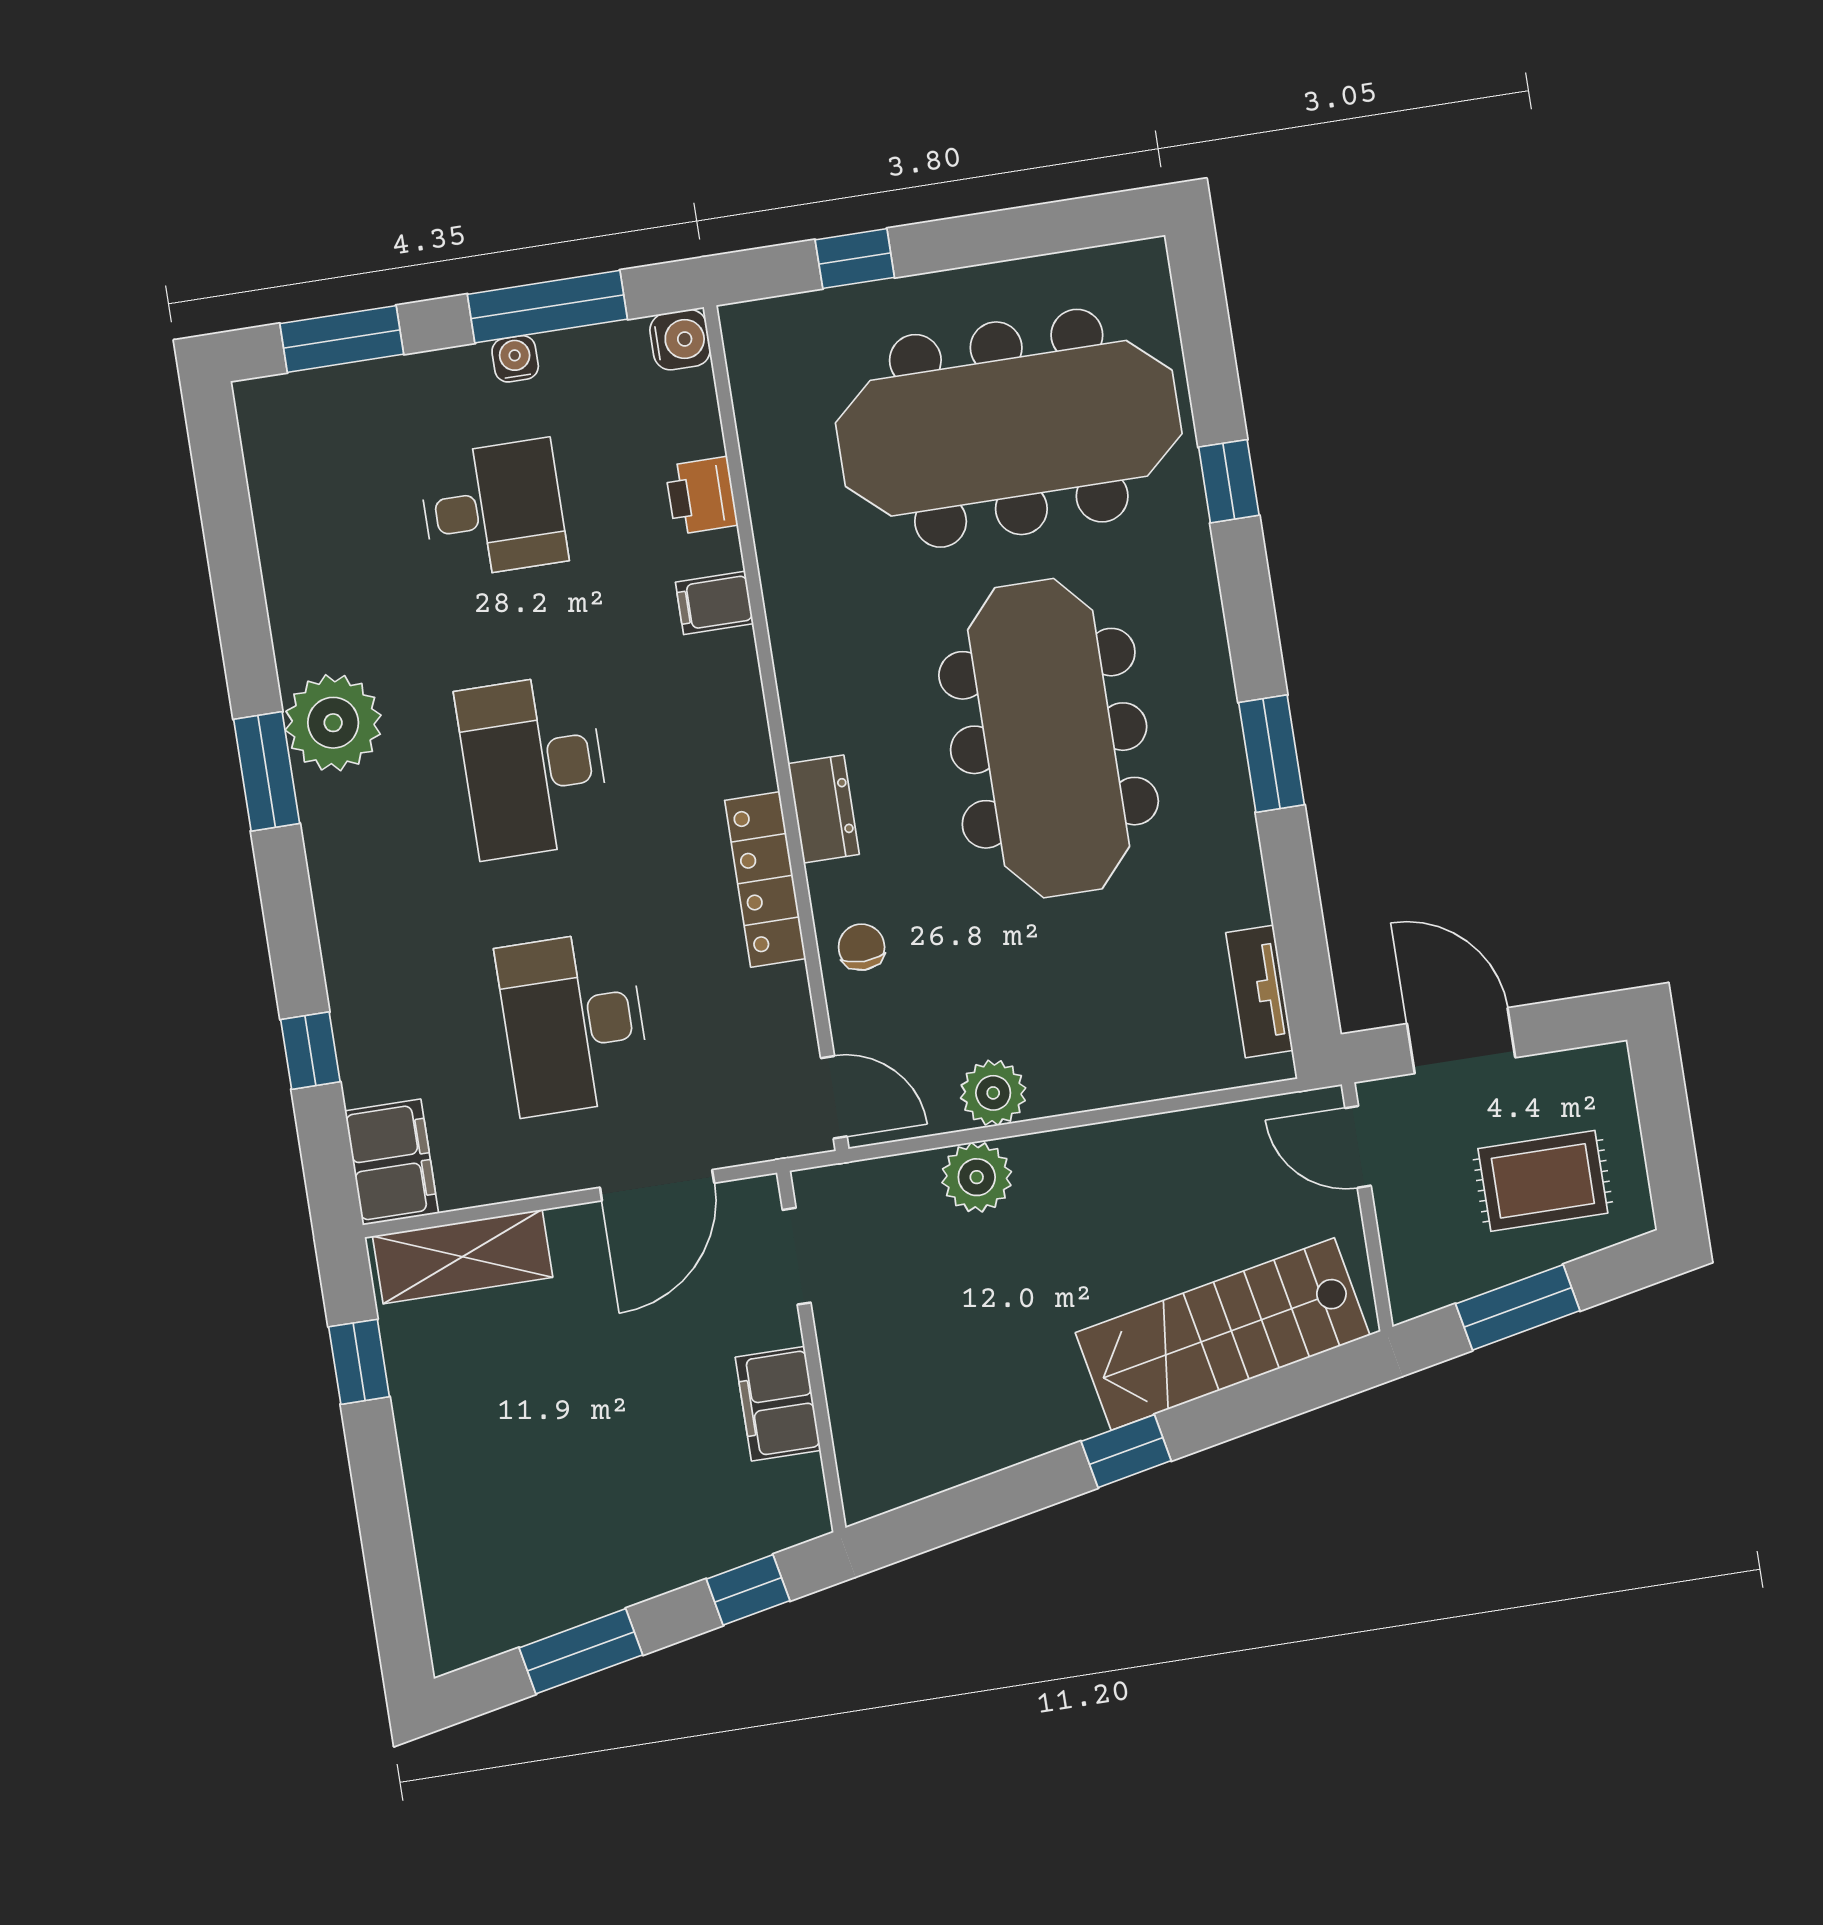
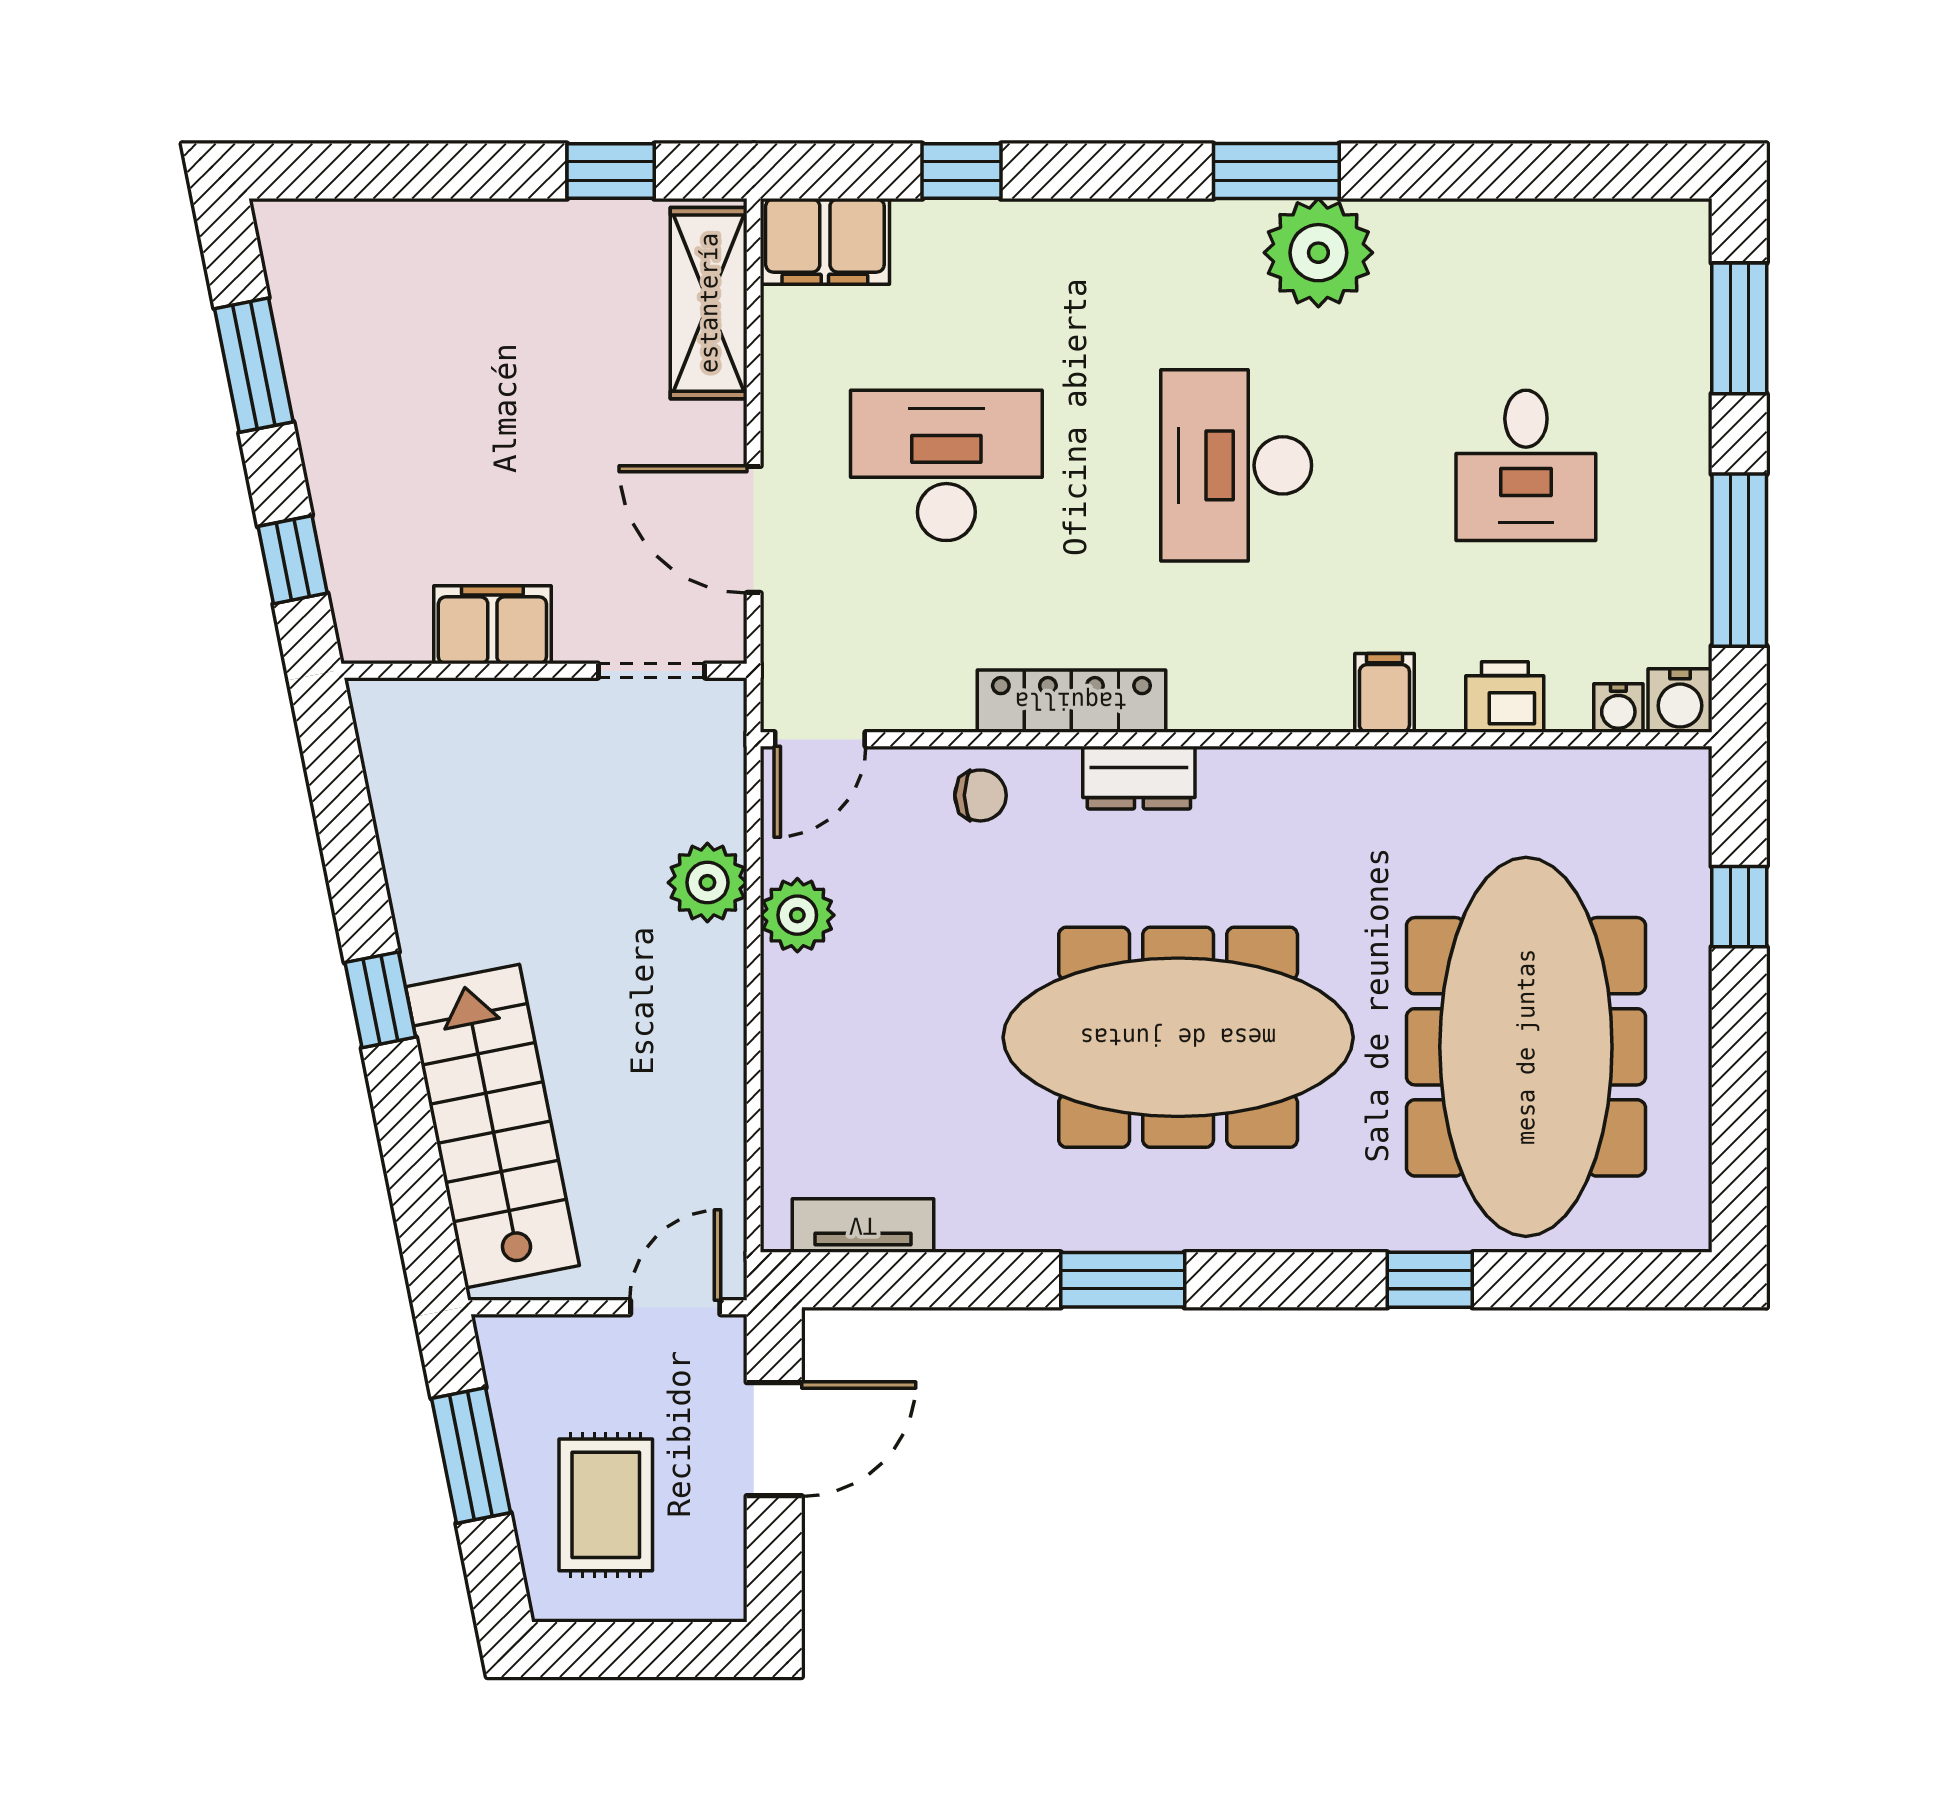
water cooler: (515, 359) -> (1618, 708), moved, turned 90
desk: (533, 766) -> (1236, 465), turned -90

